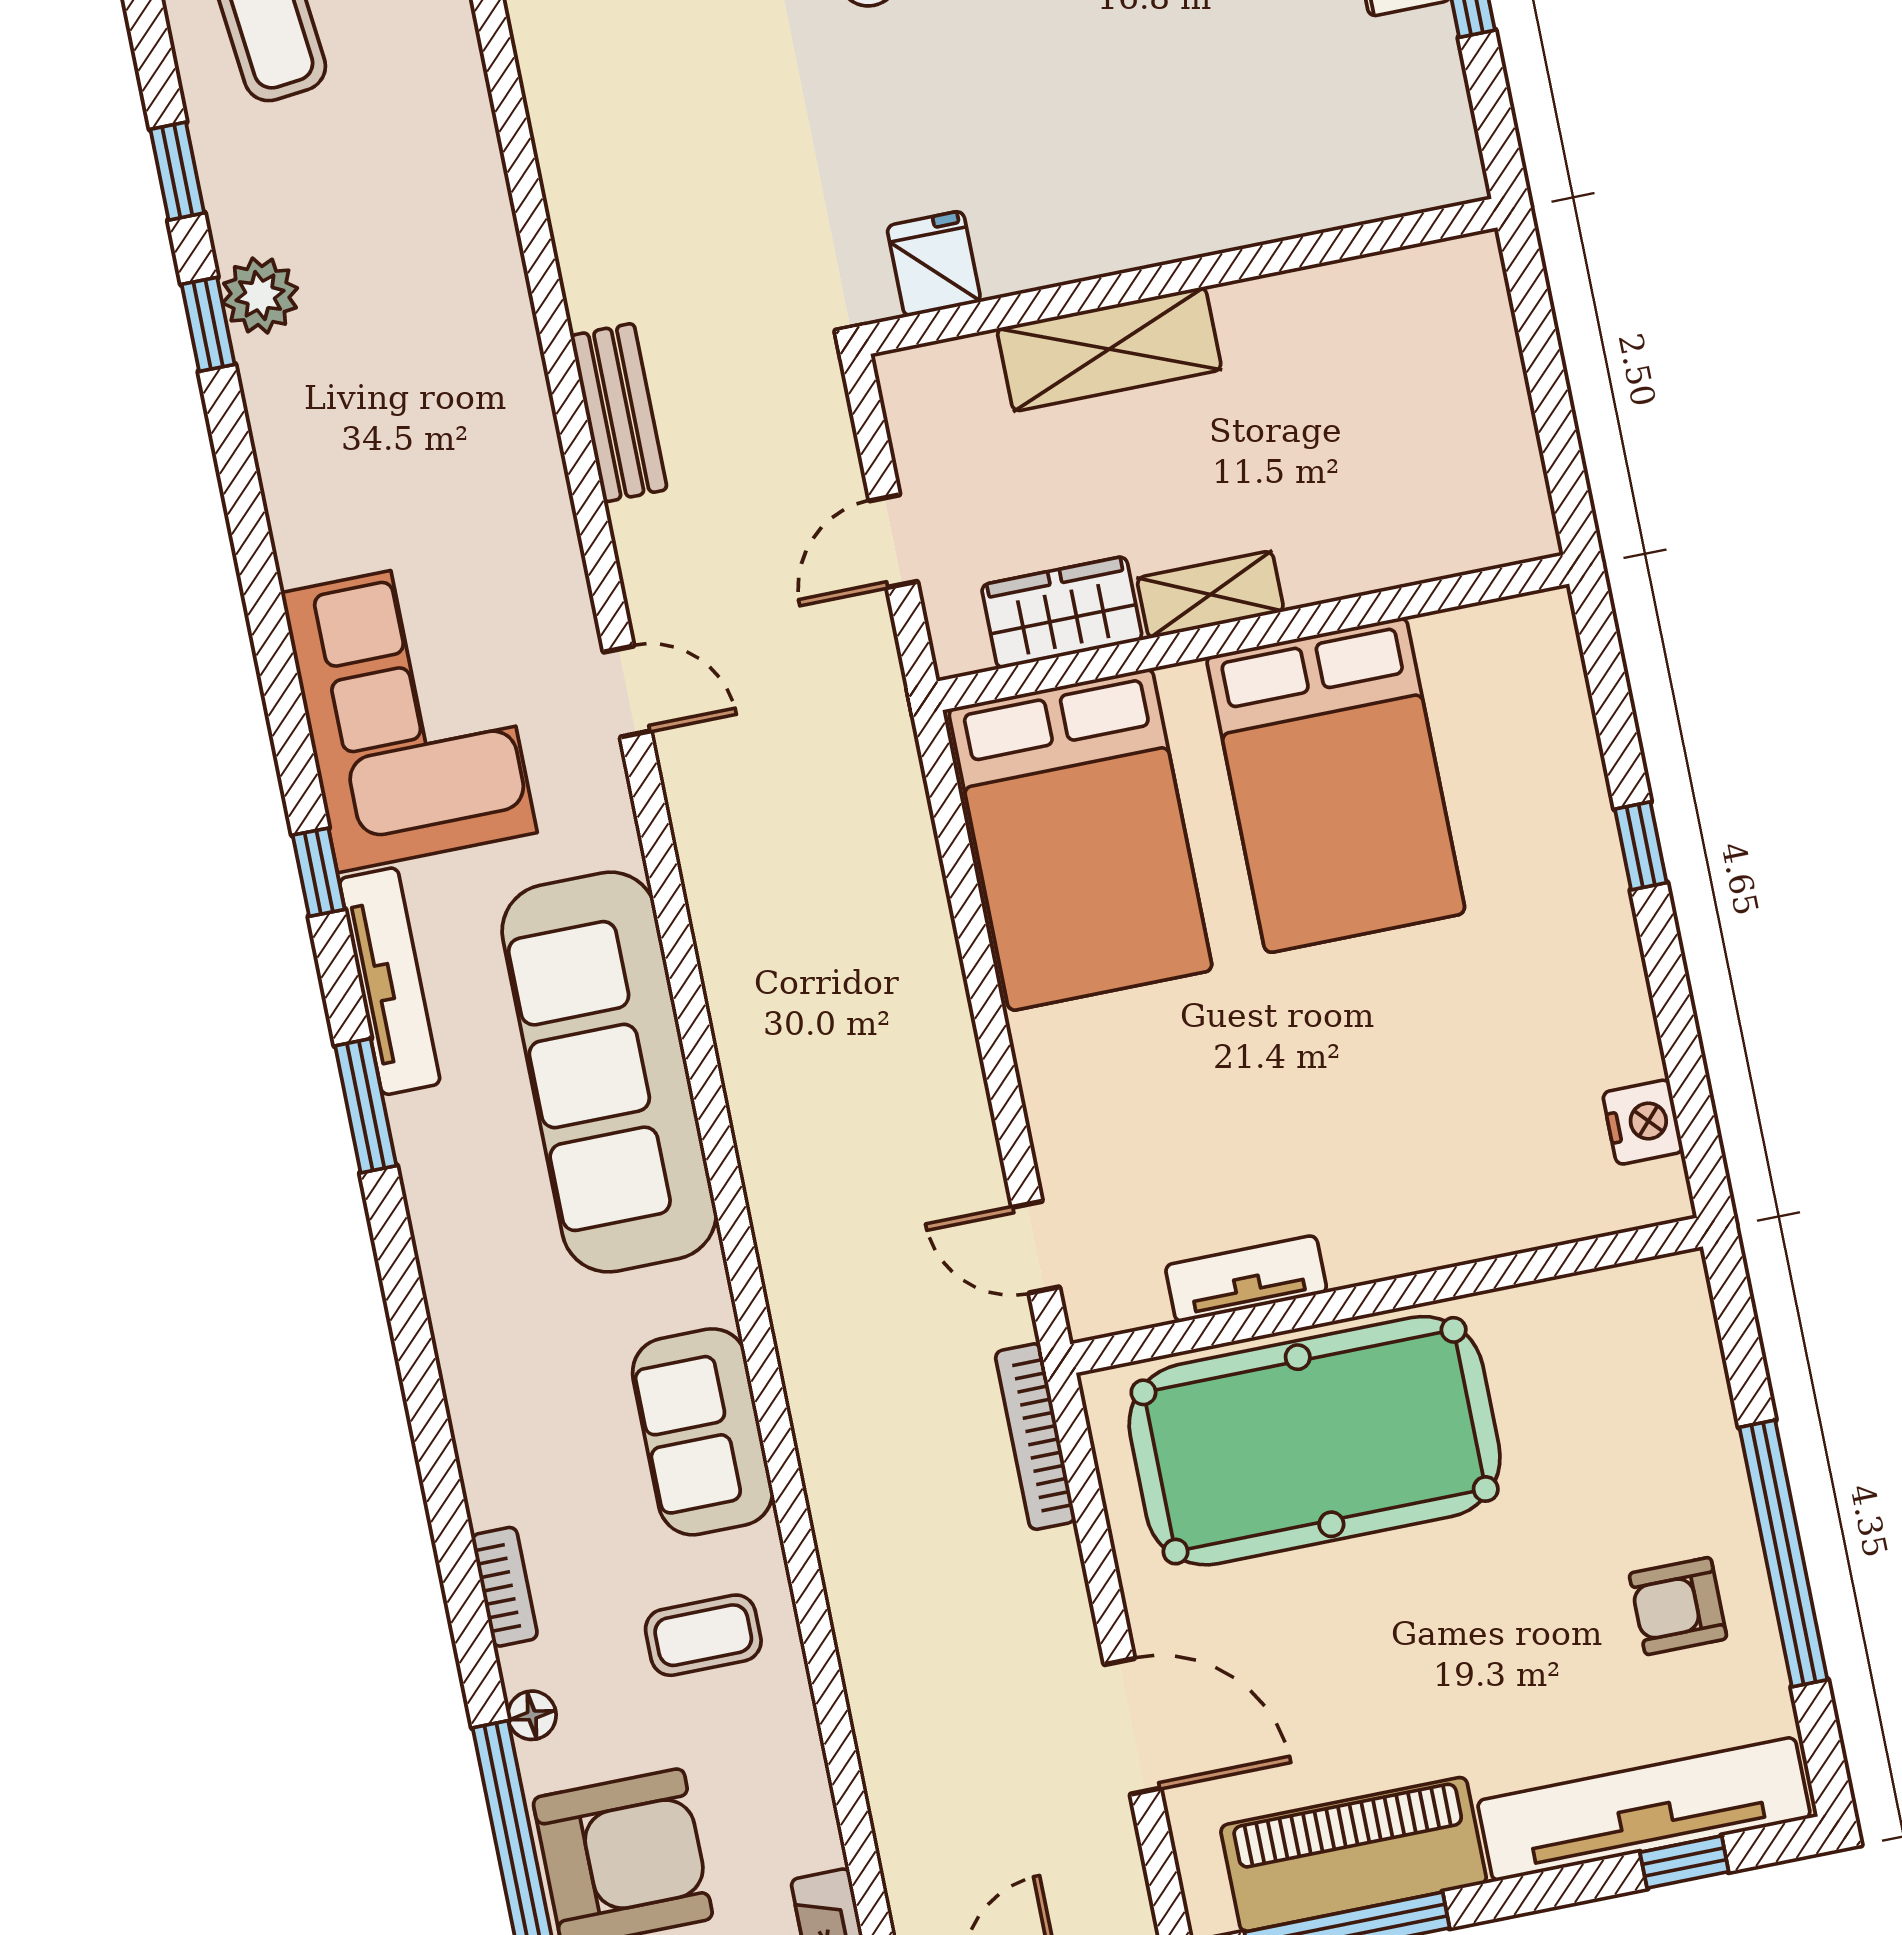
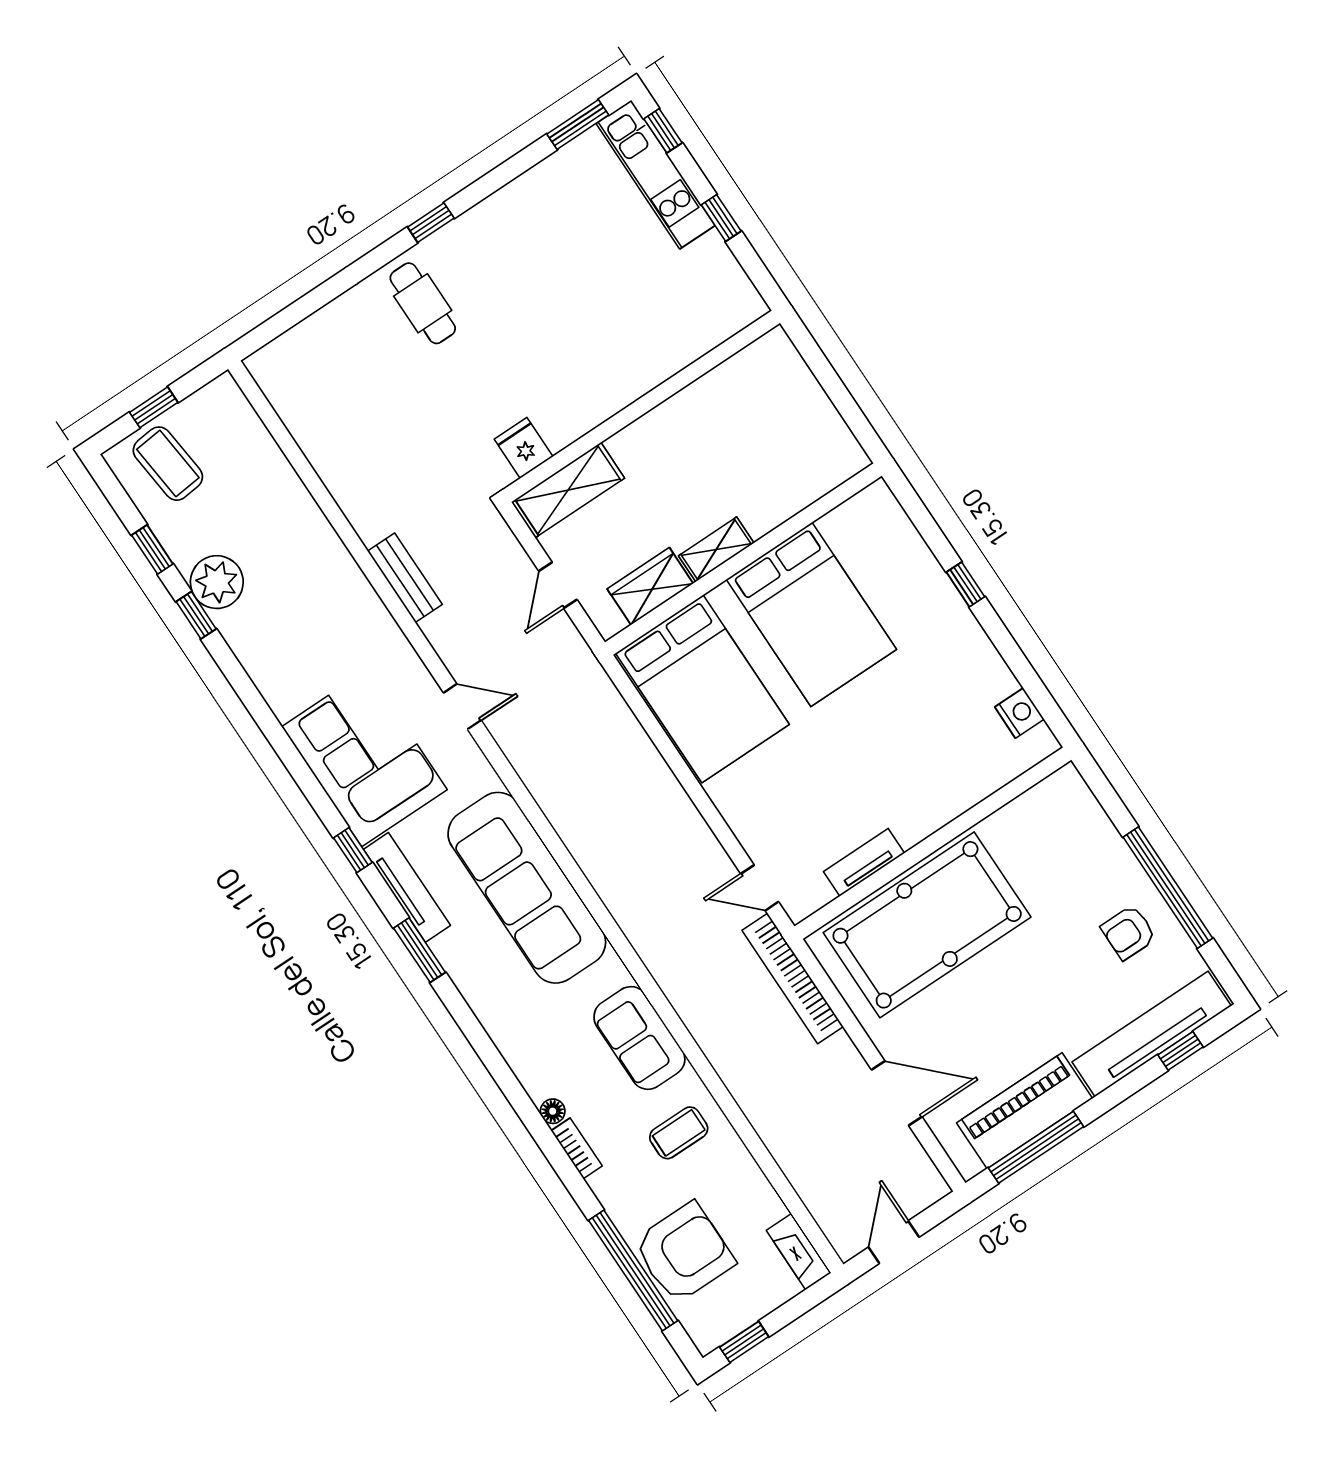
plant: (260, 295) -> (217, 582), width x1.36, depth x1.36
shelving: (1109, 349) -> (568, 490), moved
bookcase: (1035, 1437) -> (793, 978), width x1.48, depth x1.31
floor lamp: (532, 1715) -> (553, 1111), moved

